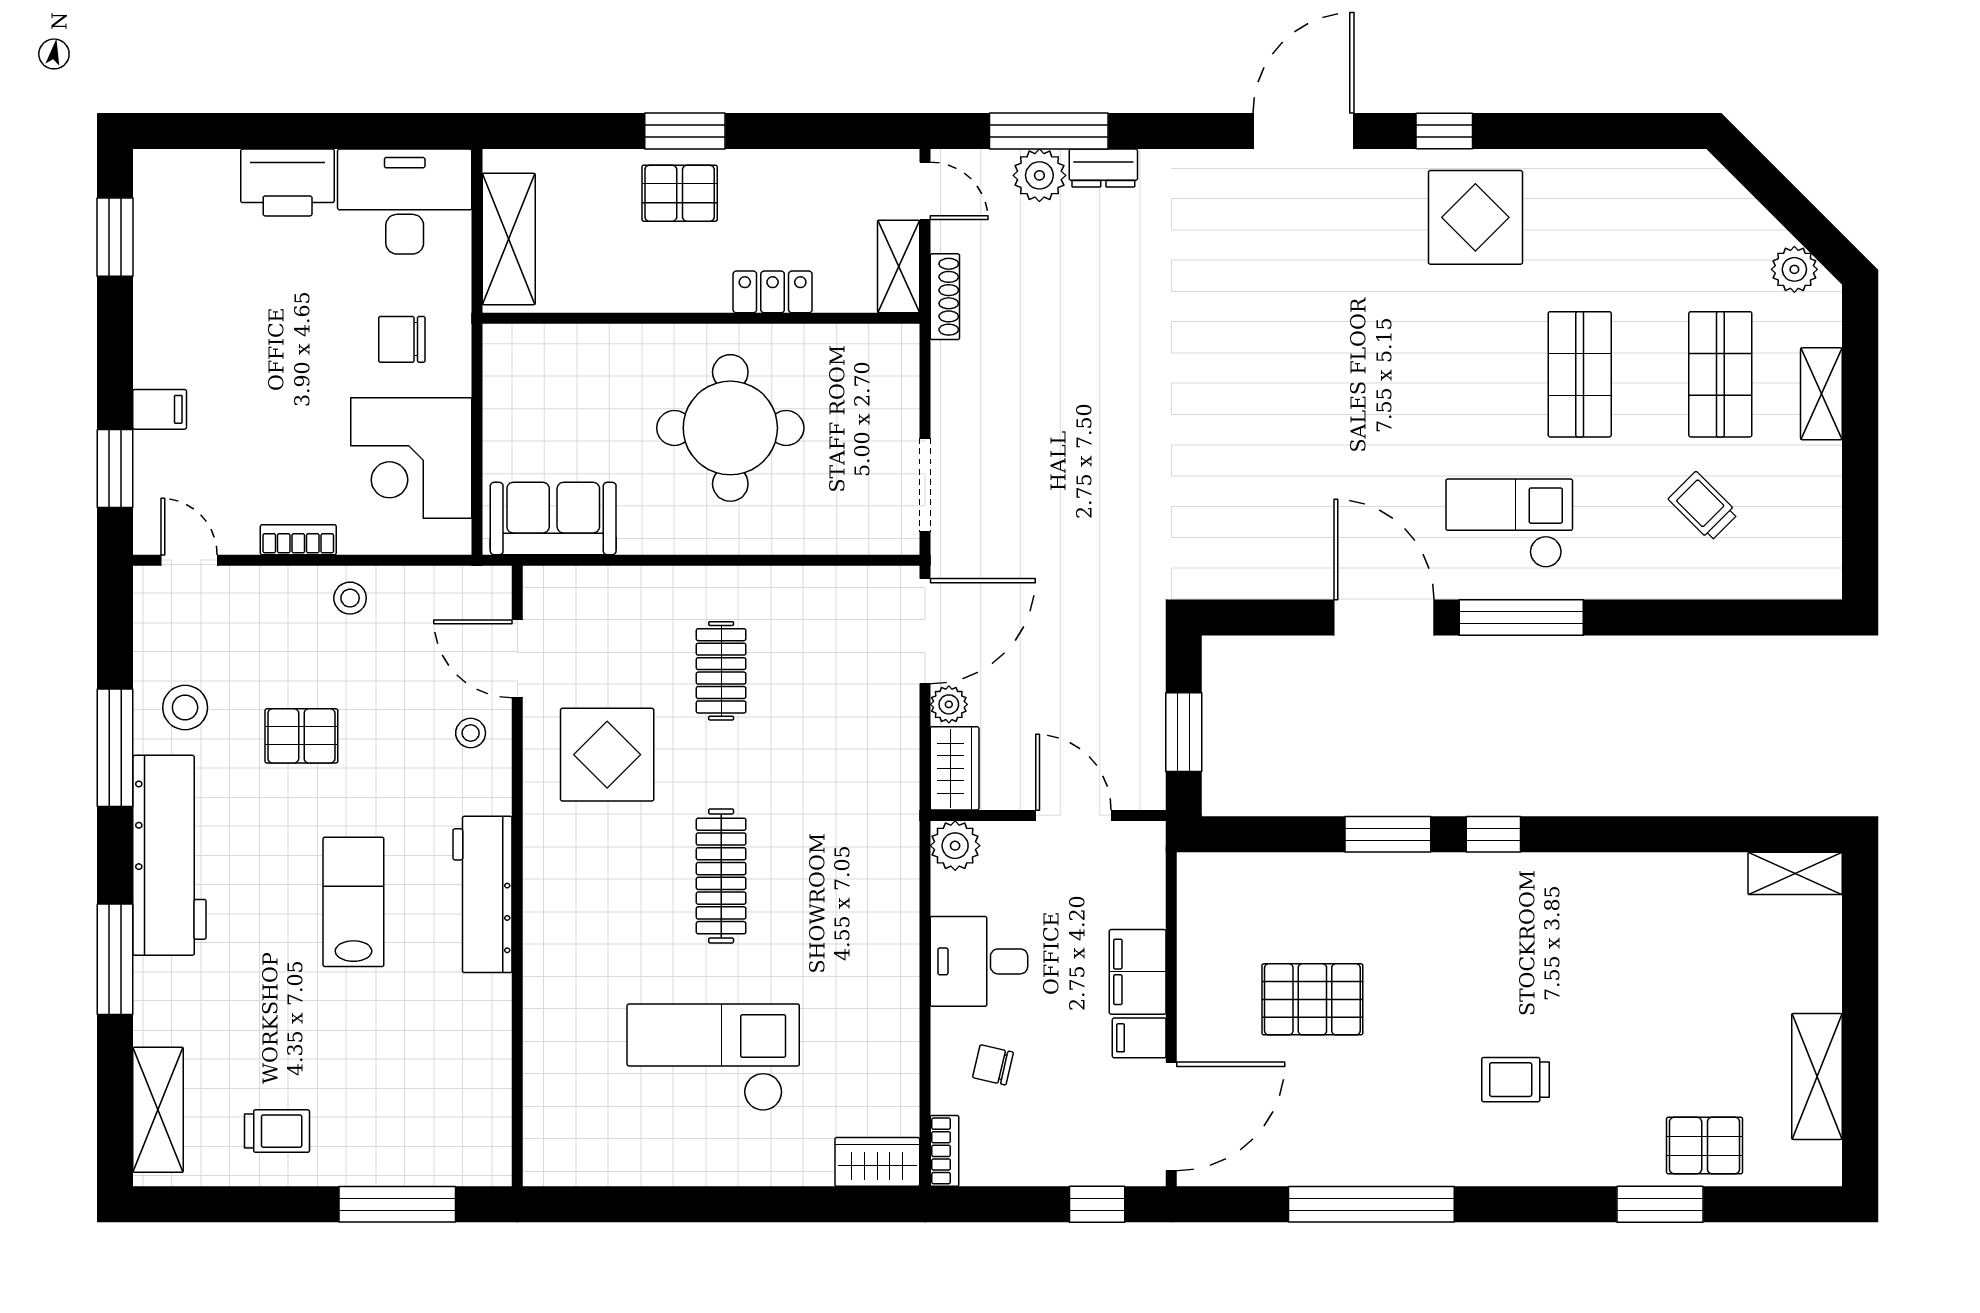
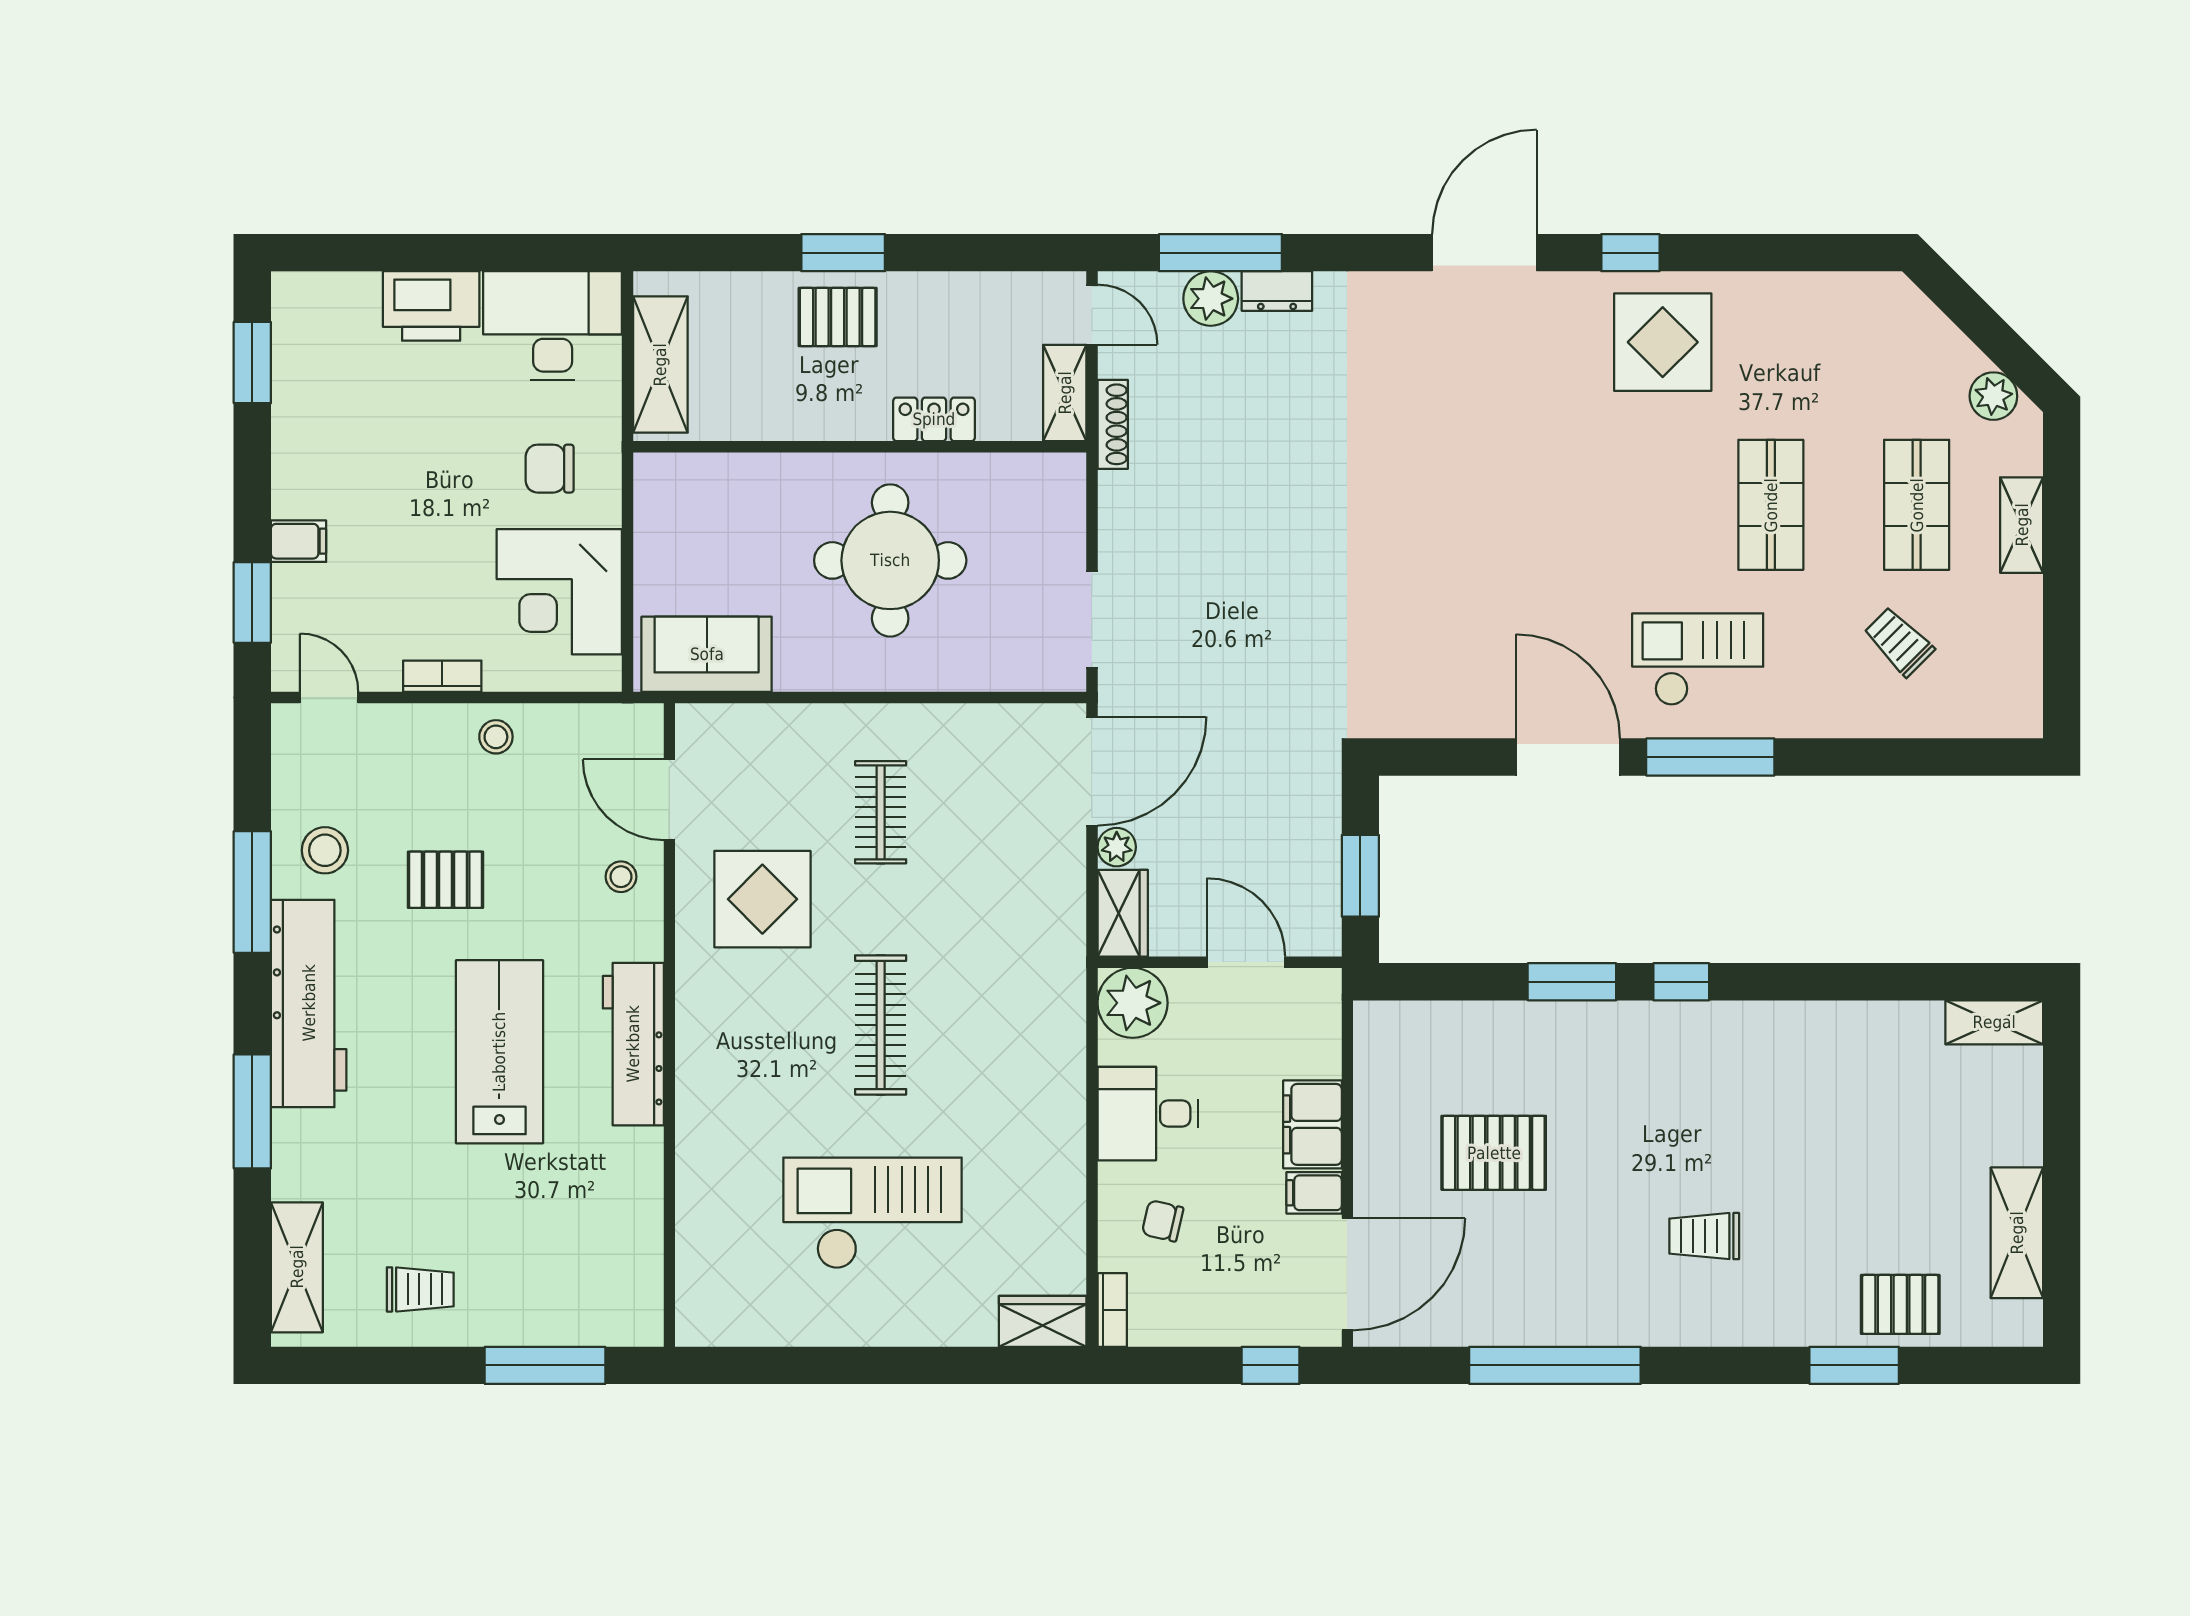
plant: (955, 846) -> (1133, 1003), width x1.36, depth x1.36
lab bench: (353, 902) -> (499, 1052), width x1.36, depth x1.39

